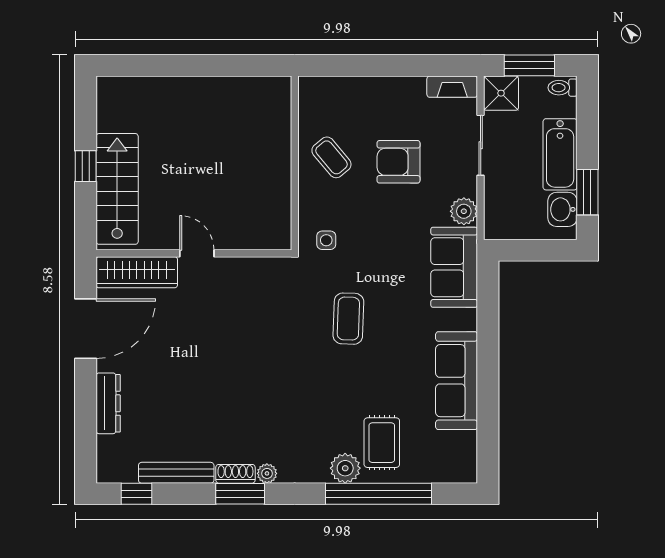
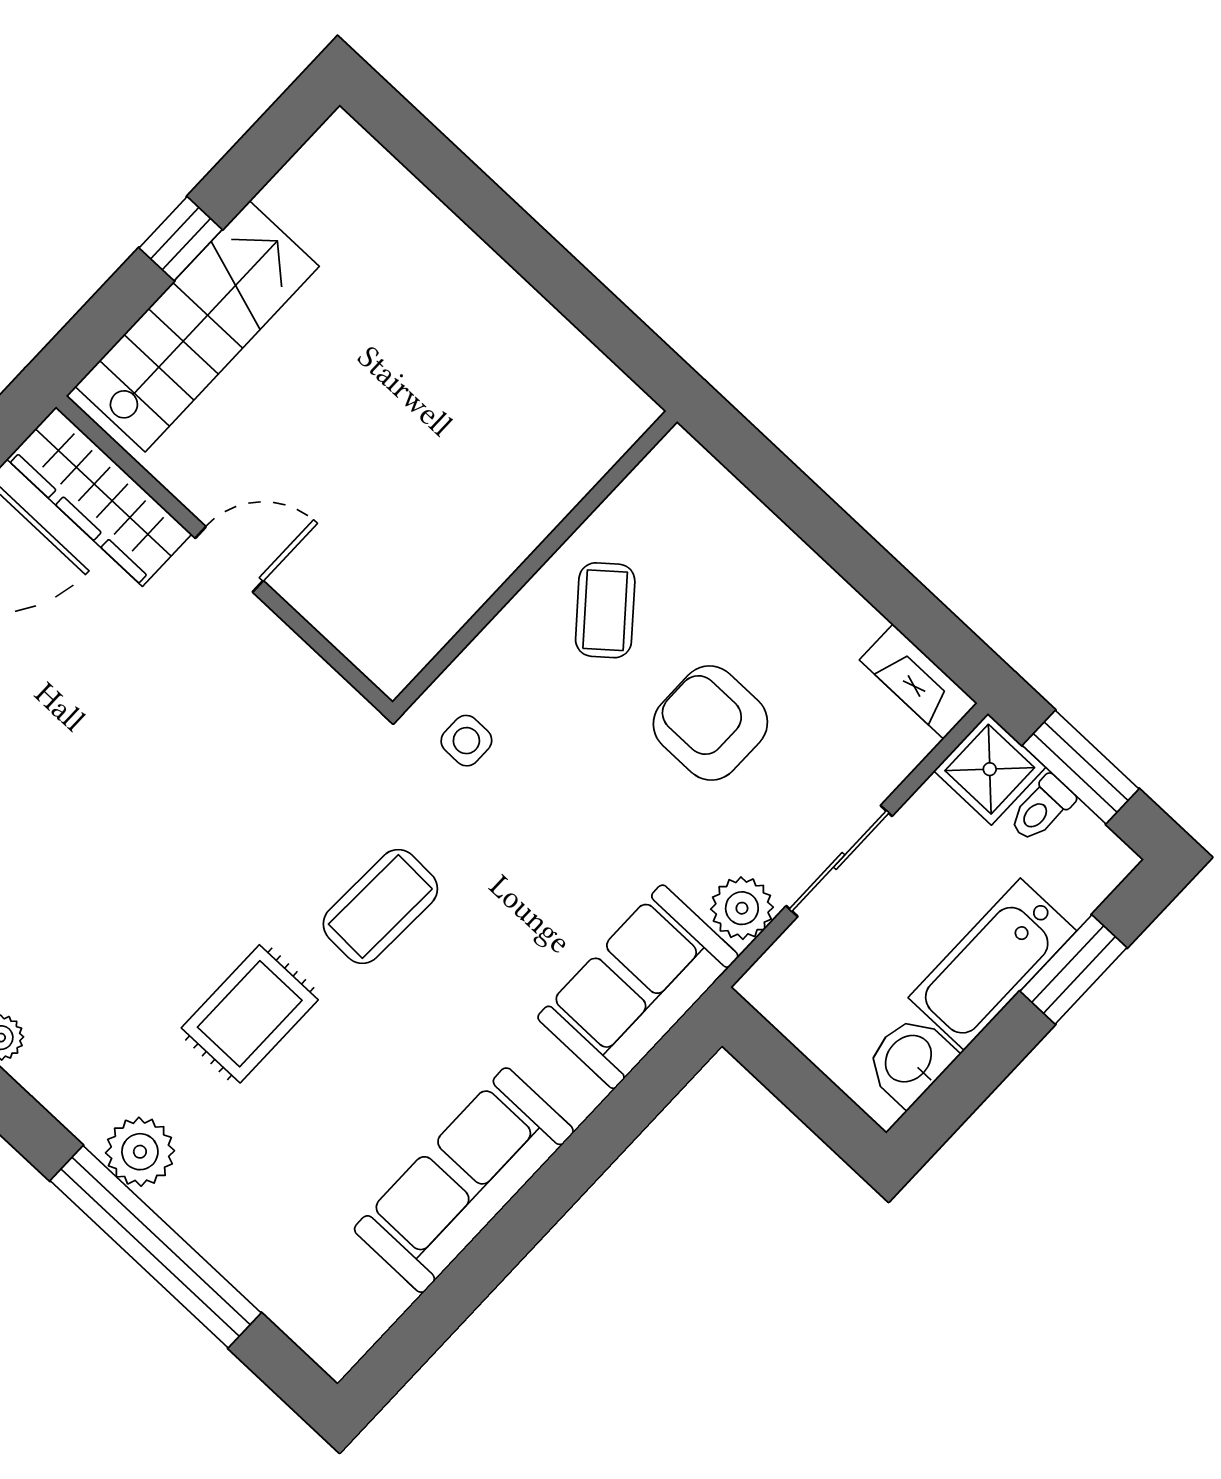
toilet: (563, 88) -> (1042, 809), moved, turned -90
sliding door: (481, 145) -> (839, 861), moved
window: (587, 192) -> (1074, 969), moved
door: (197, 253) -> (229, 559), hinge flipped
rug: (382, 443) -> (250, 1014), moved

